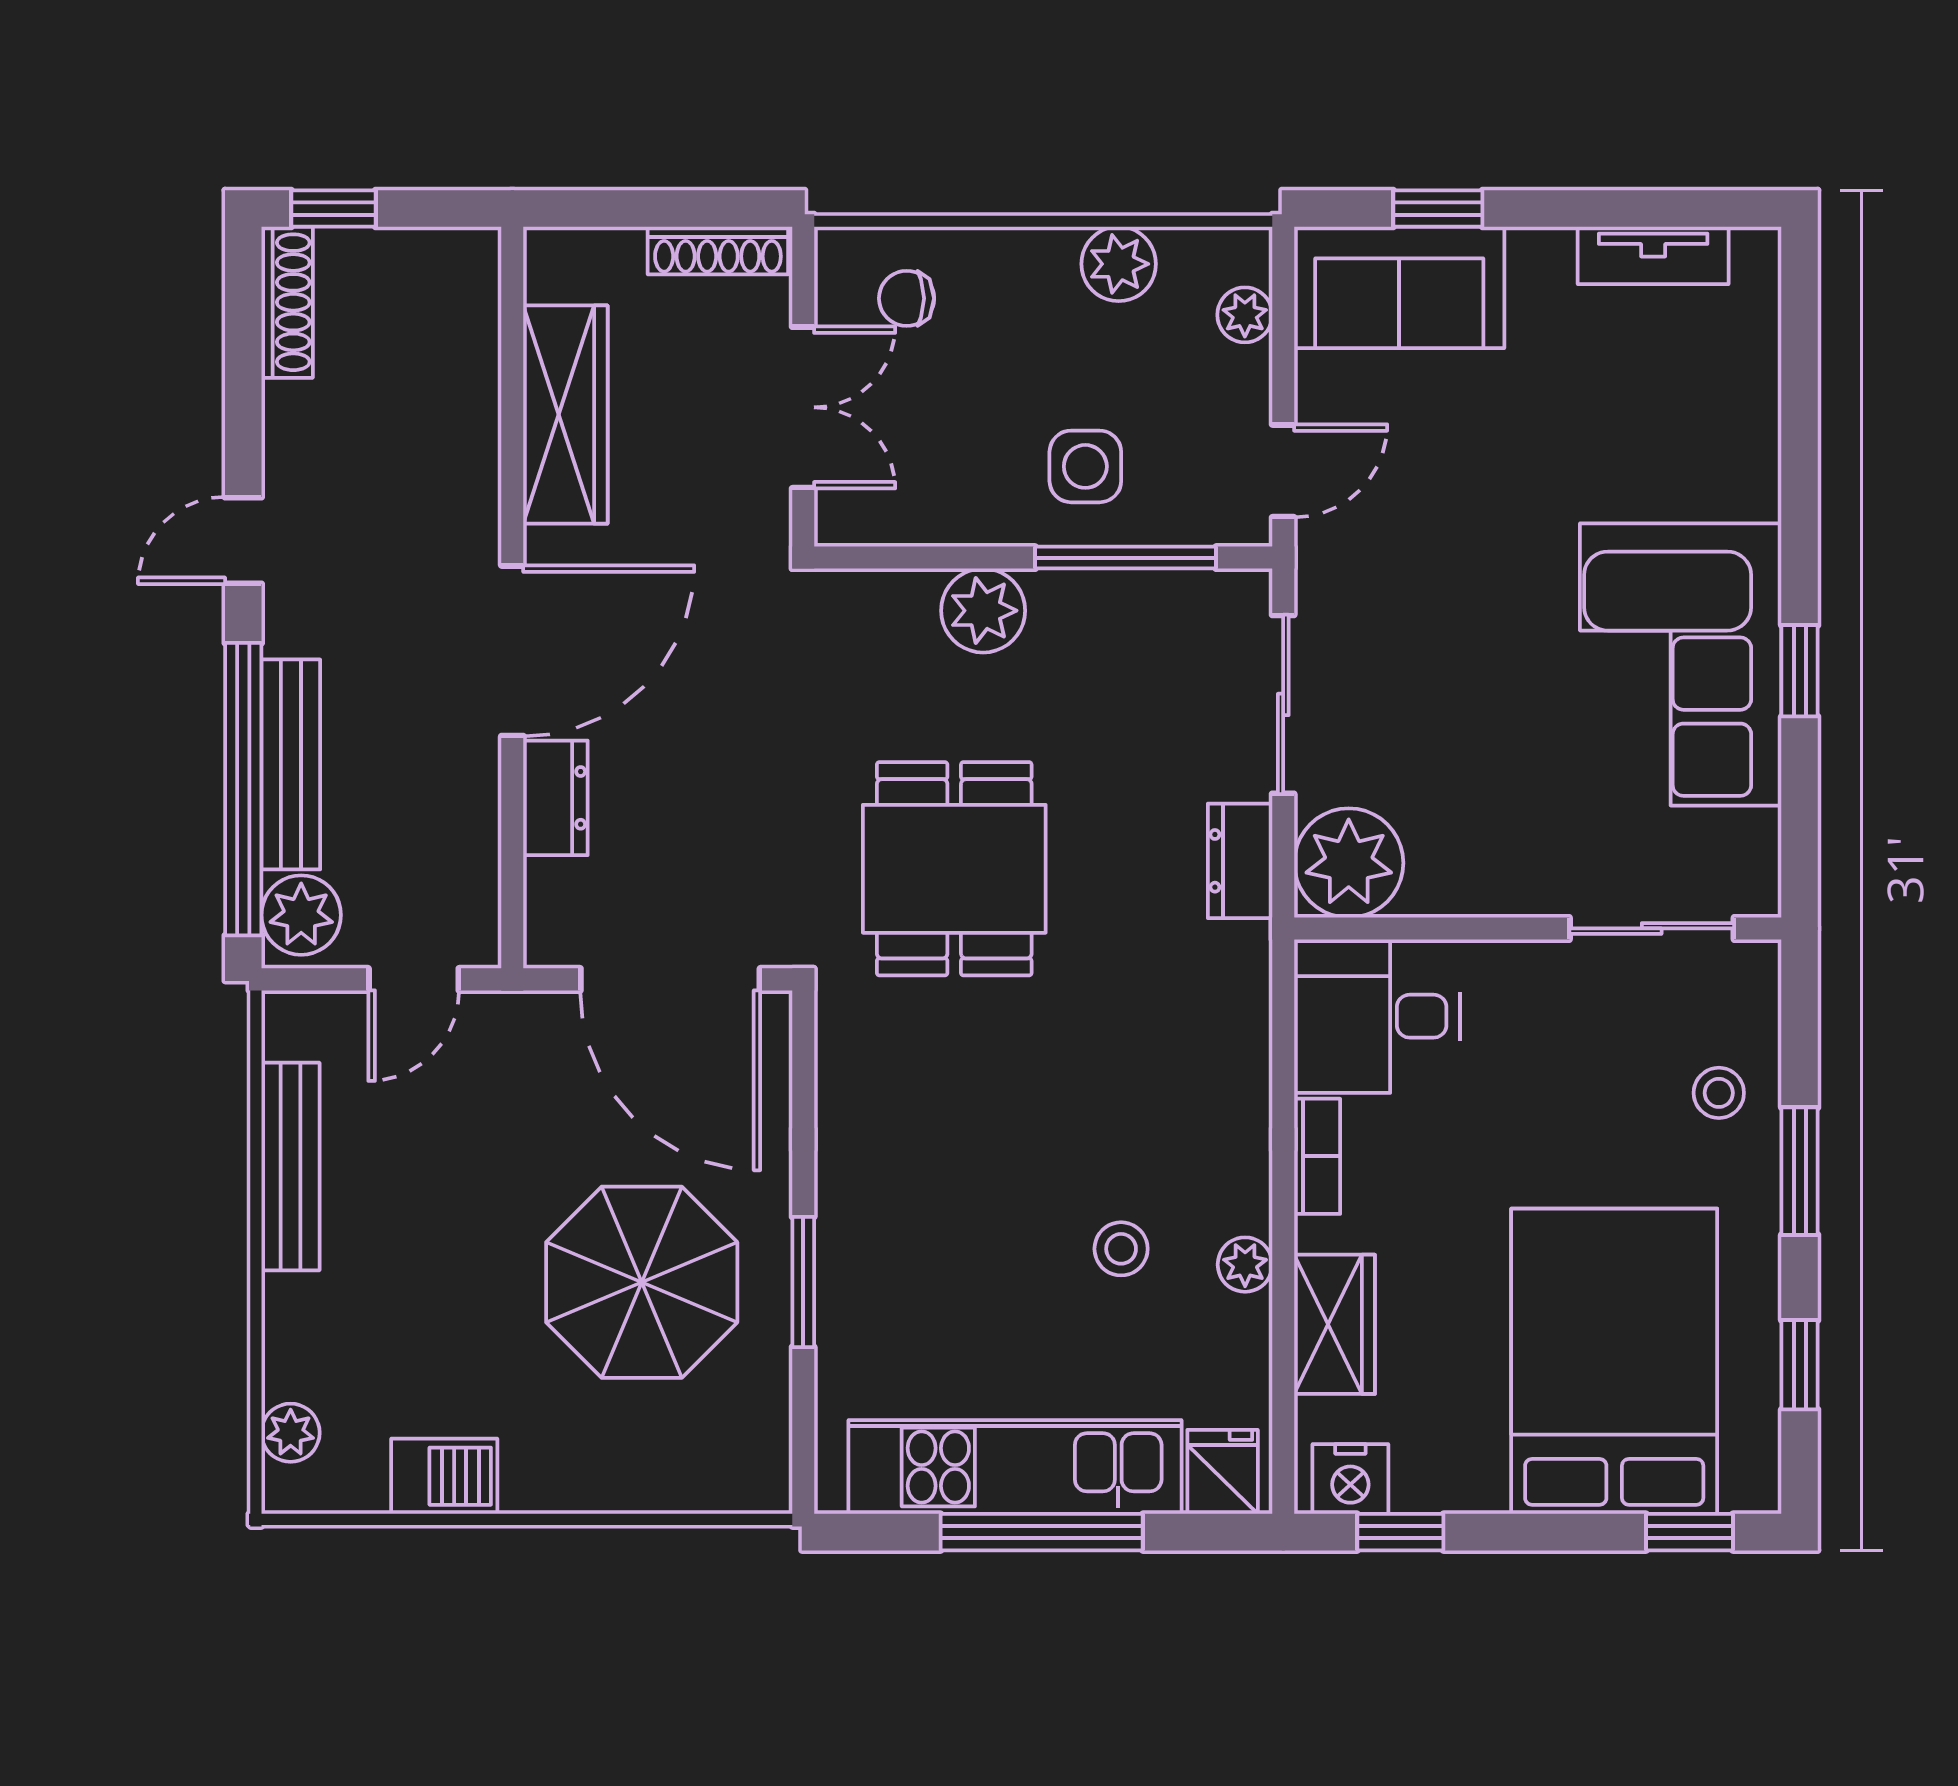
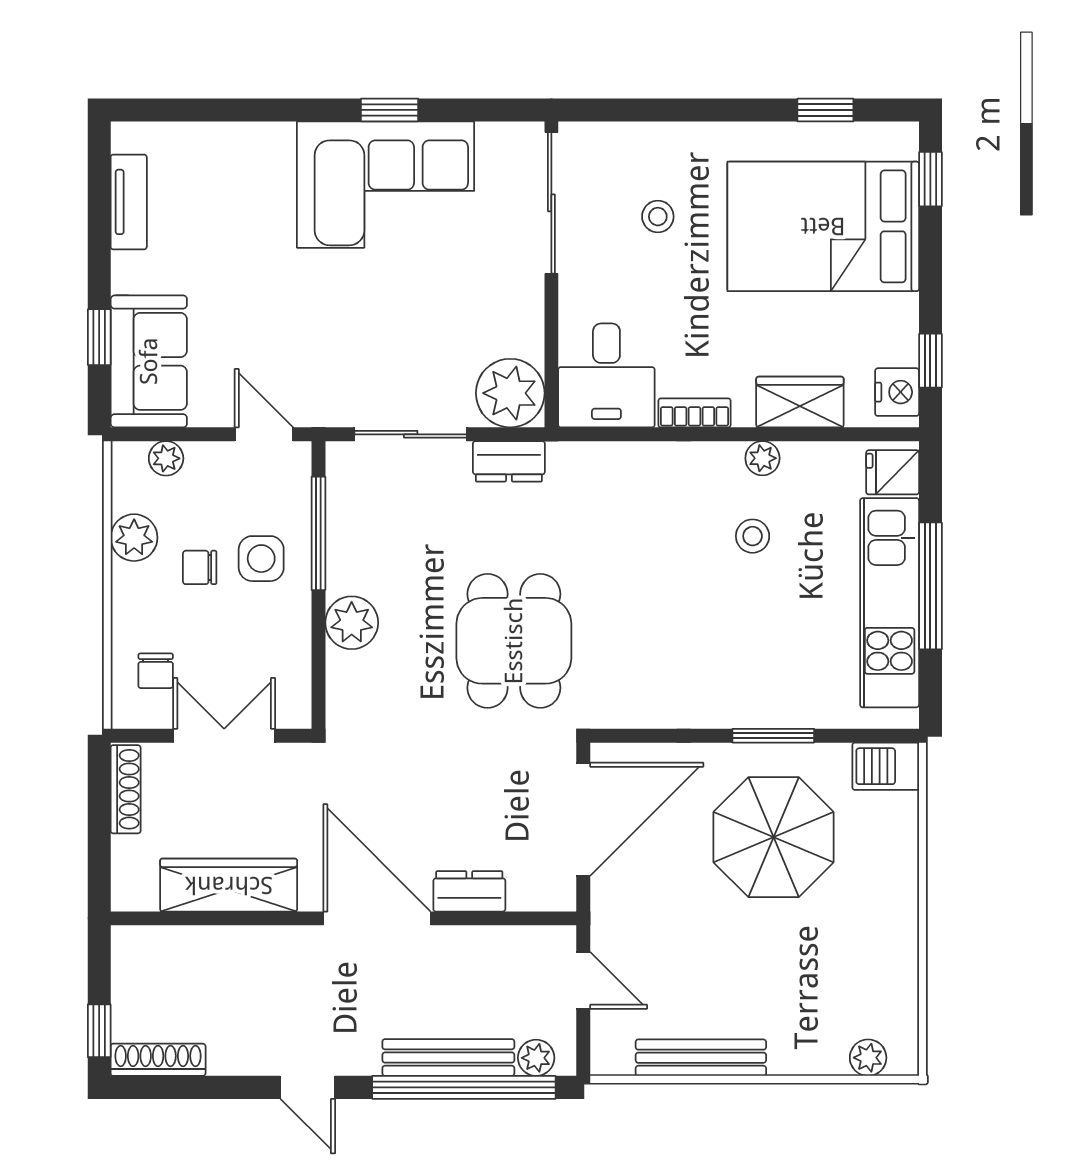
chair: (1071, 369) -> (200, 567), added
dining table: (954, 869) -> (514, 641), turned 90
plant: (301, 915) -> (536, 1058), width x0.73, depth x0.73
sliding door: (1652, 928) -> (551, 203), width x1.37
stool: (1719, 1093) -> (658, 217), moved
window: (1800, 1171) -> (704, 110), removed
barbecue: (444, 1476) -> (886, 766), moved, turned -90

